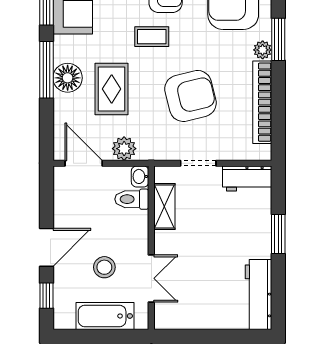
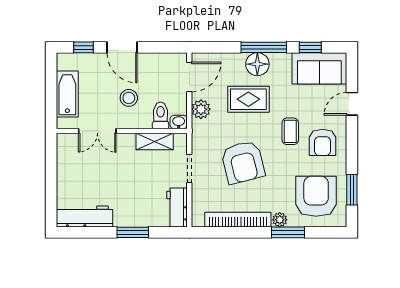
stool: (104, 267) -> (129, 98), moved

